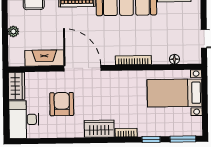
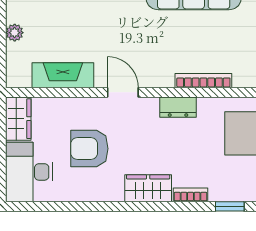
door: (82, 68) -> (123, 92), width x0.53
dresser: (117, 77) -> (178, 107), added
armchair: (62, 104) -> (89, 149), turned -90

